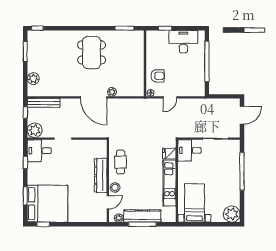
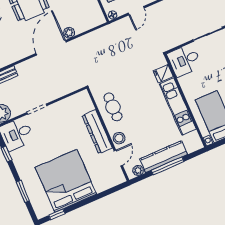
door: (94, 97) -> (51, 48), swing flipped
bed: (47, 204) -> (66, 181), moved, turned -90

